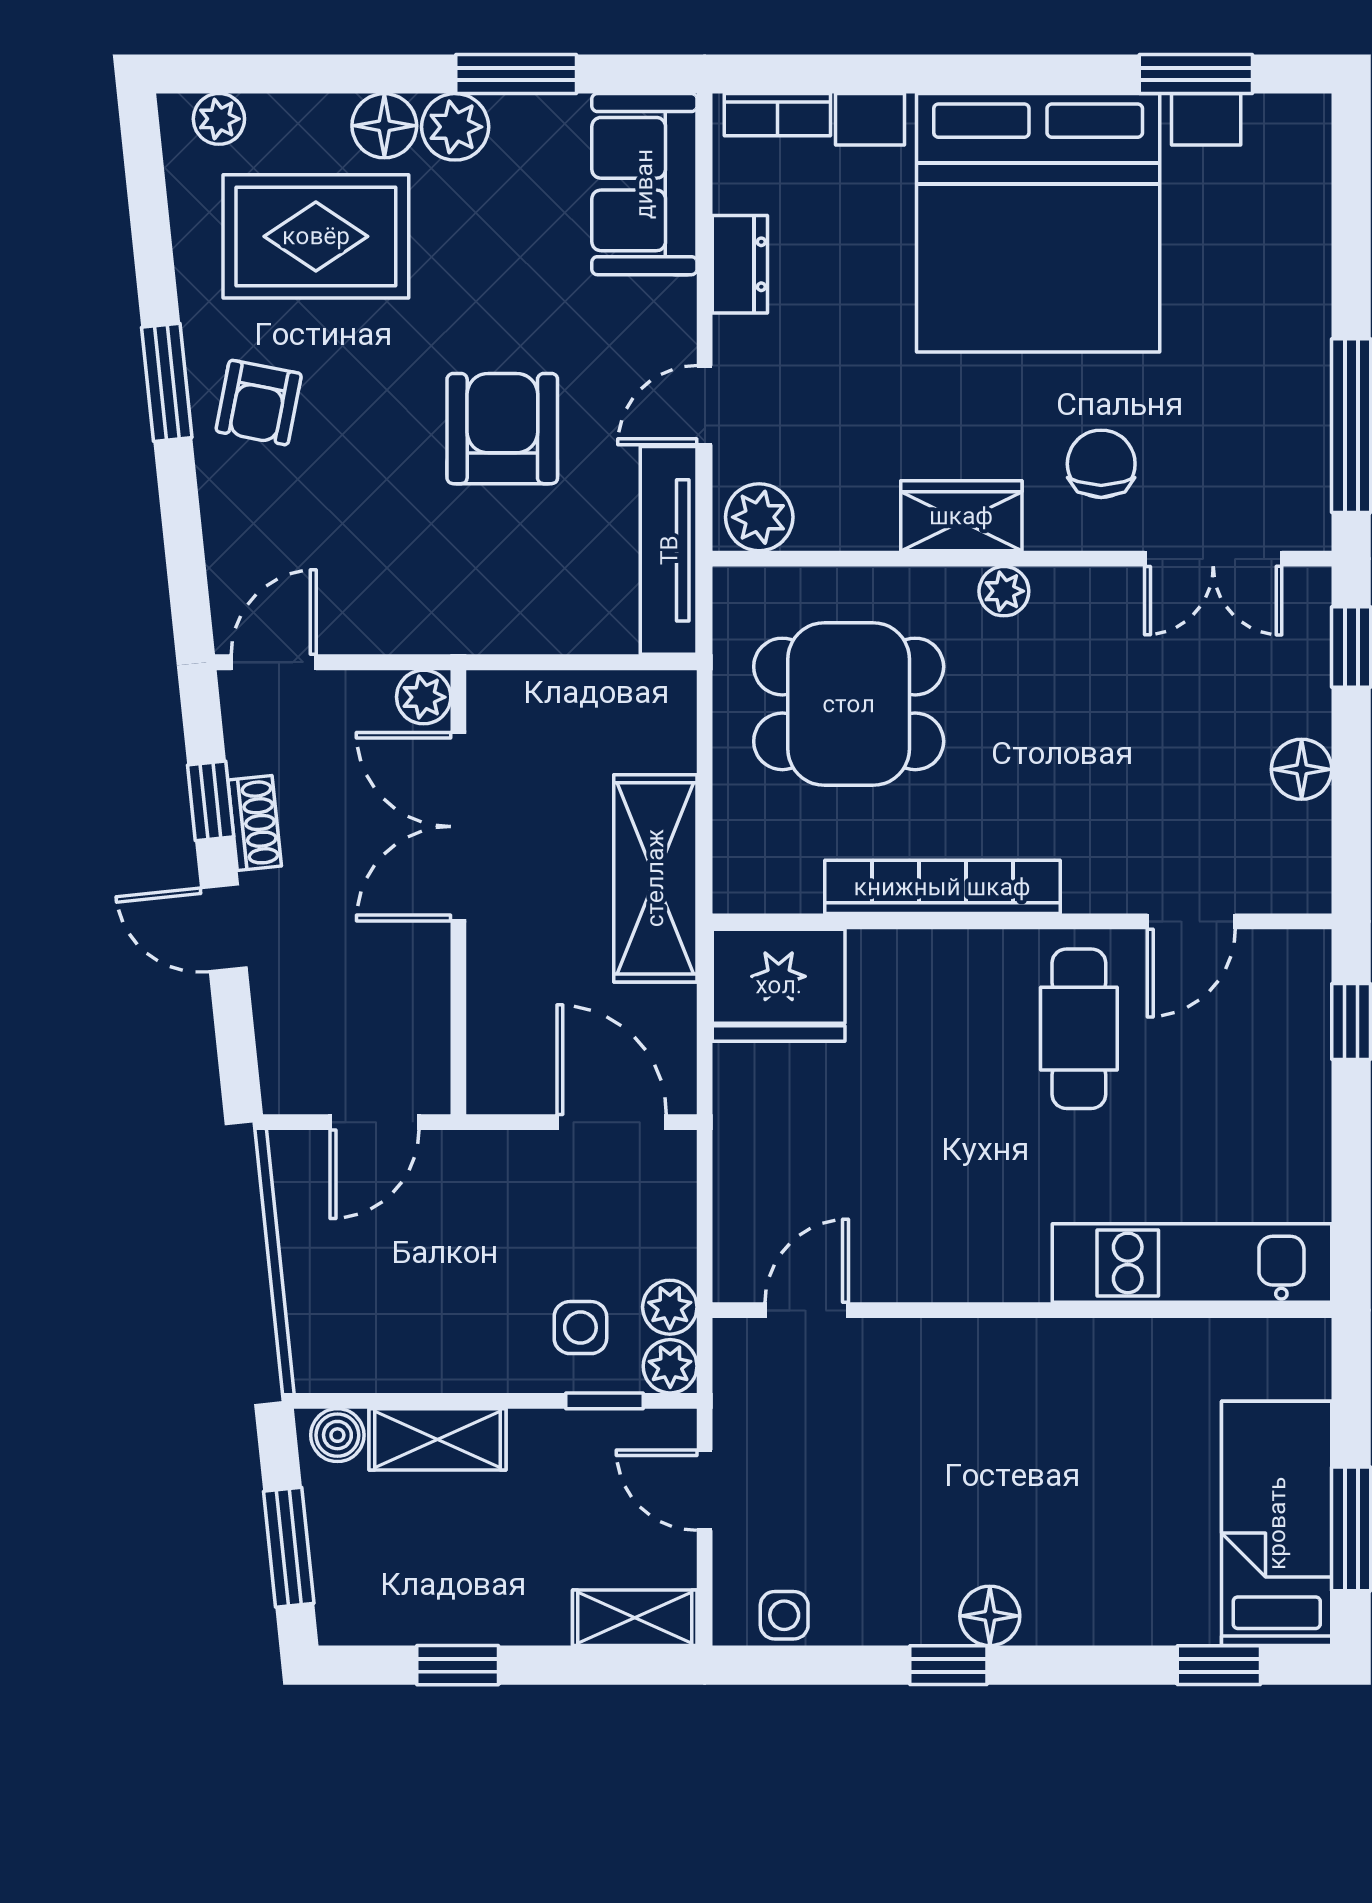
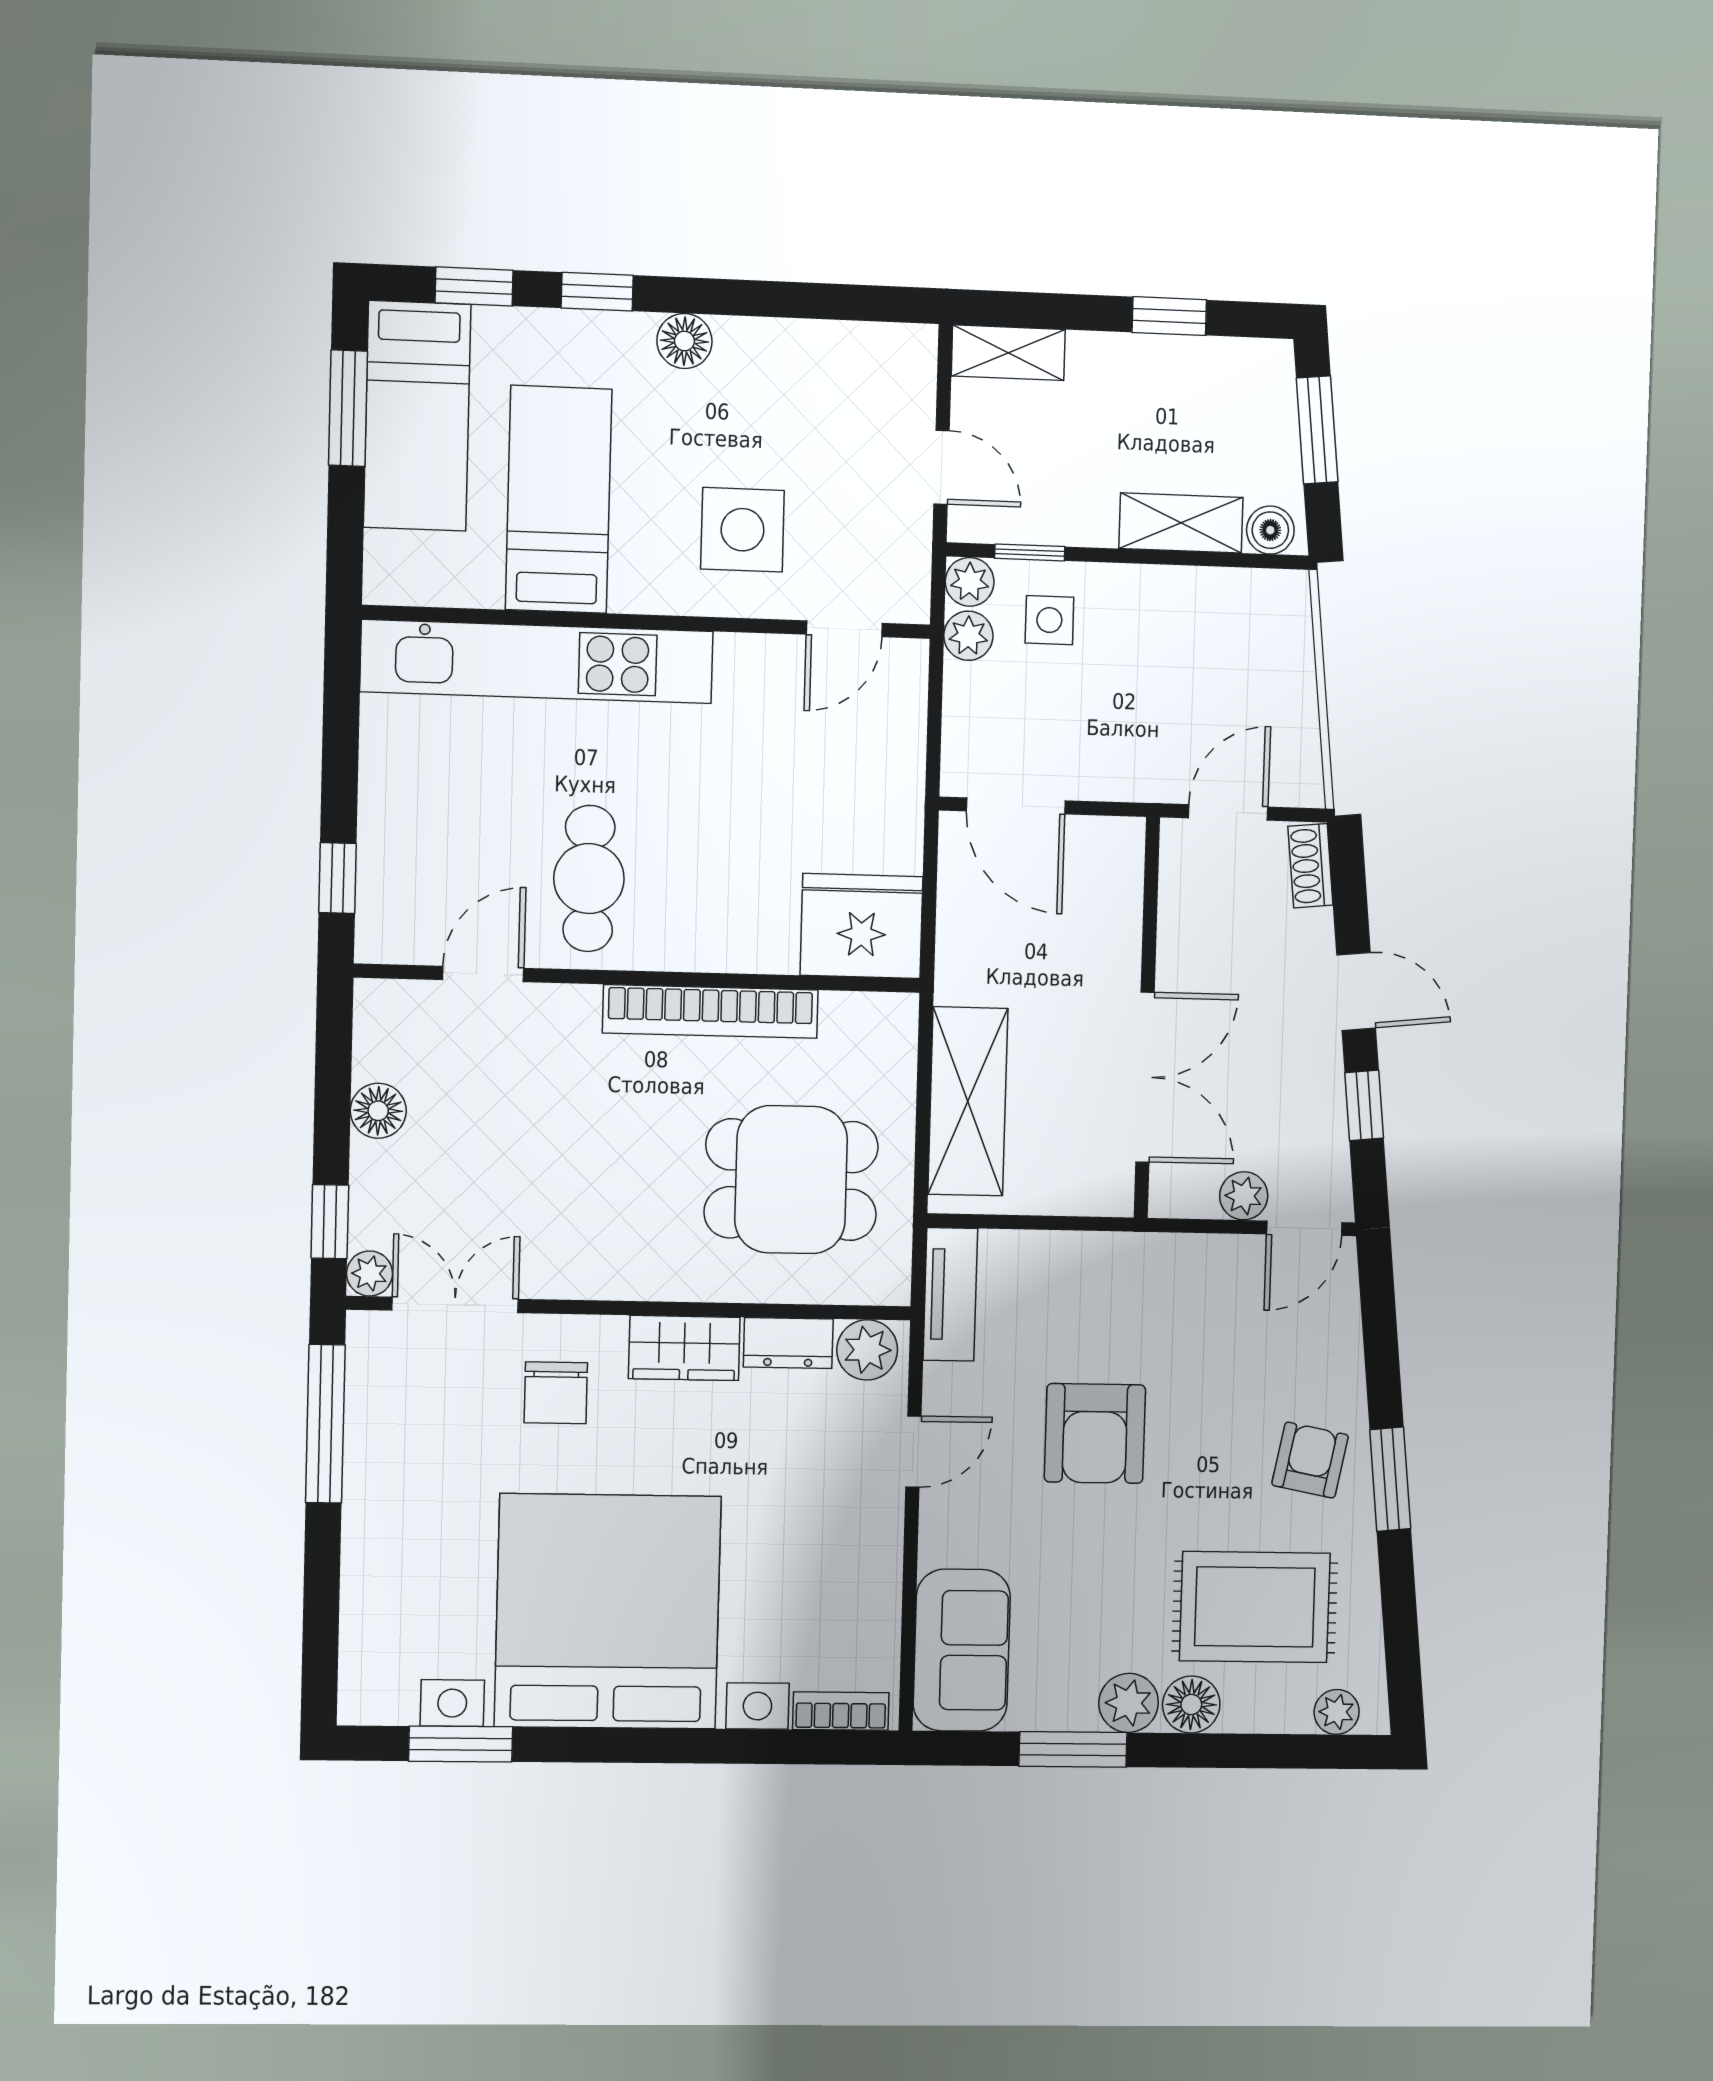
dresser: (740, 264) -> (788, 1343), moved, turned -90
tv unit: (669, 550) -> (950, 1294), width x0.71
plant: (1004, 591) -> (370, 1273), moved
plant: (424, 697) -> (1244, 1196), moved
shoe rack: (255, 823) -> (1310, 866), moved
shelving: (655, 878) -> (968, 1101), moved
kitchen unit: (1192, 1263) -> (537, 662), width x1.36
bed: (1122, 1439) -> (559, 499), added
side table: (784, 1615) -> (742, 530), moved, width x1.87, depth x1.87
window: (948, 1665) -> (597, 292), moved

